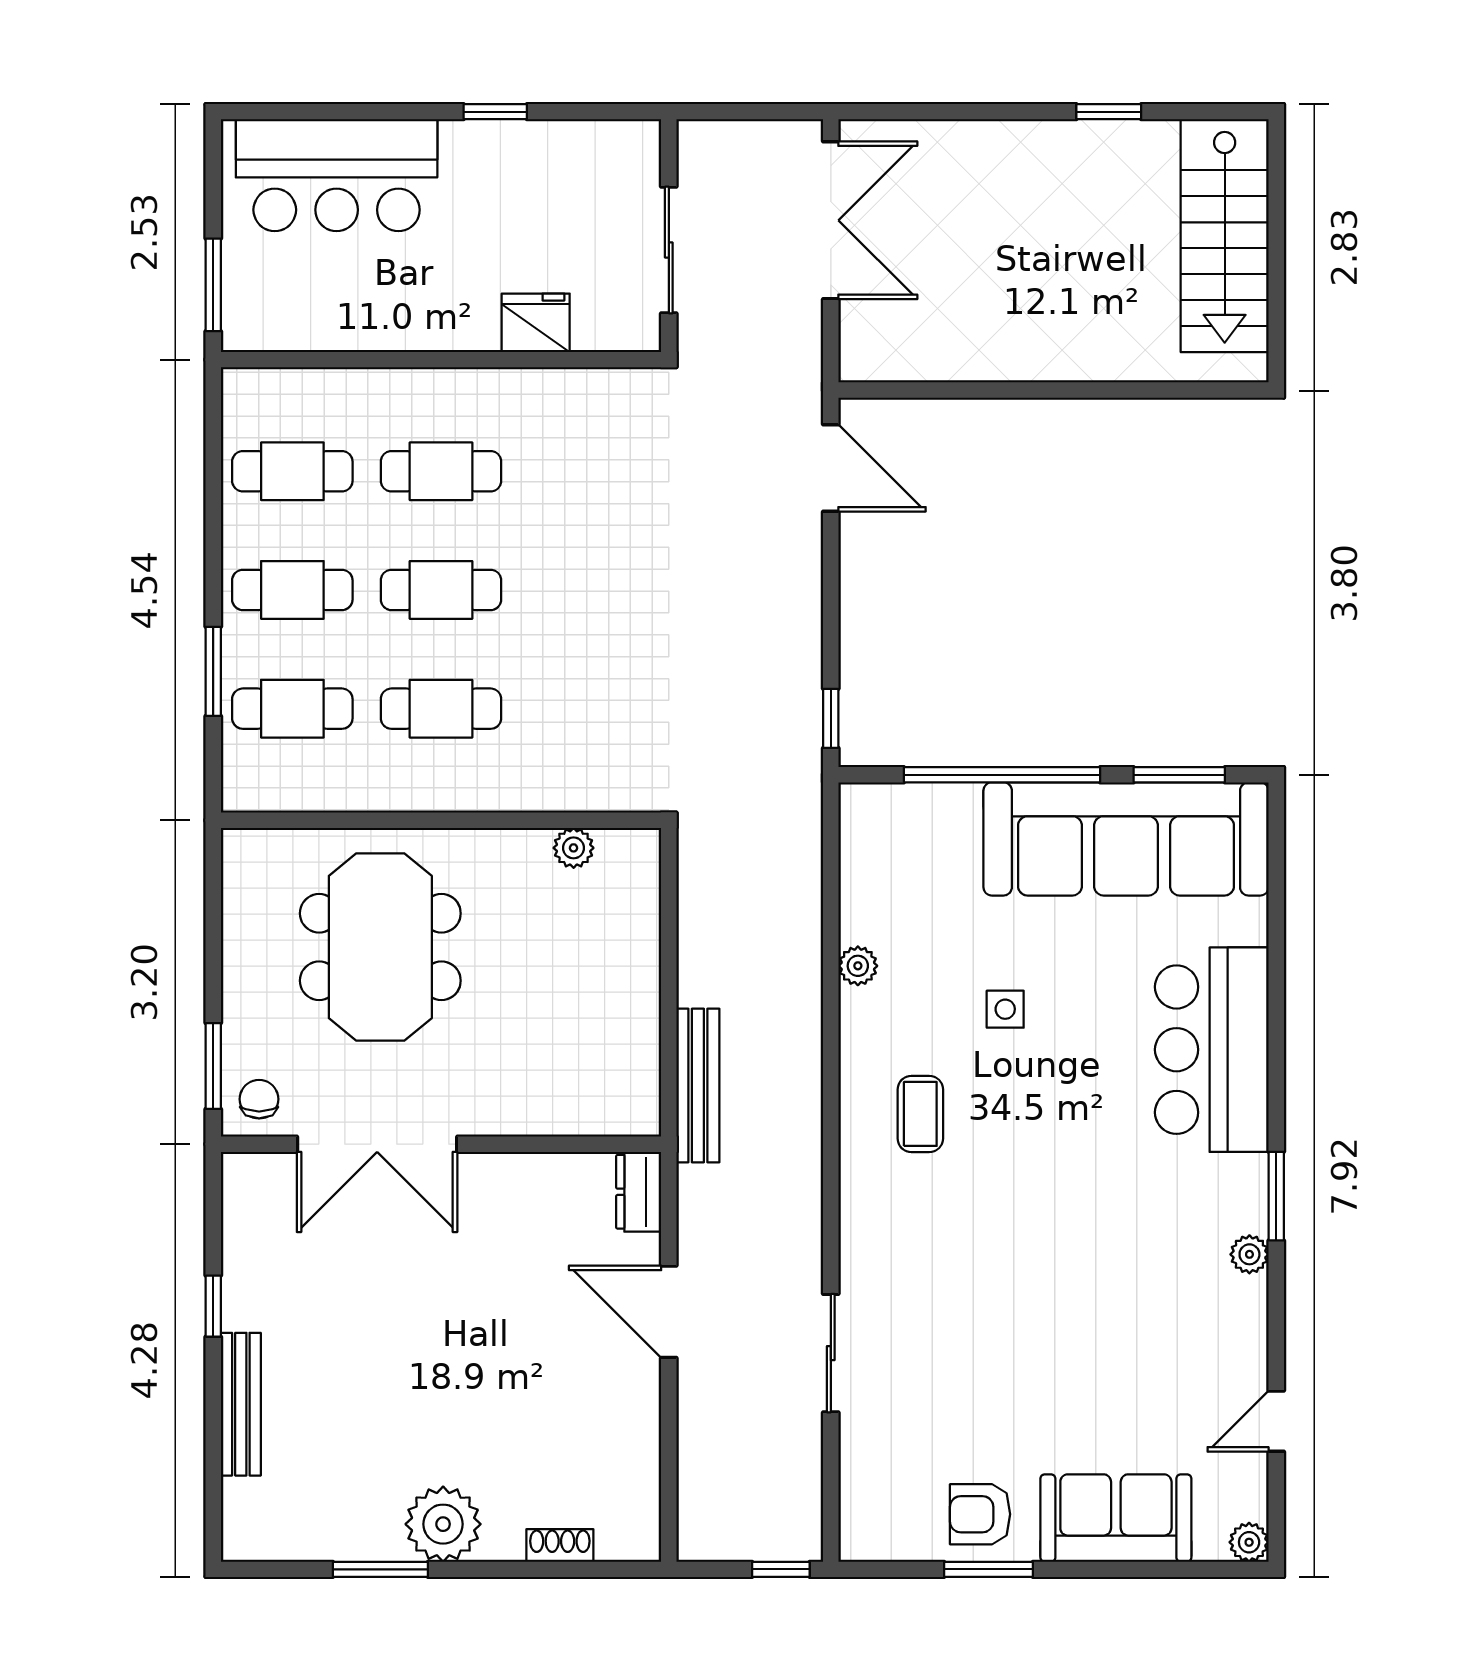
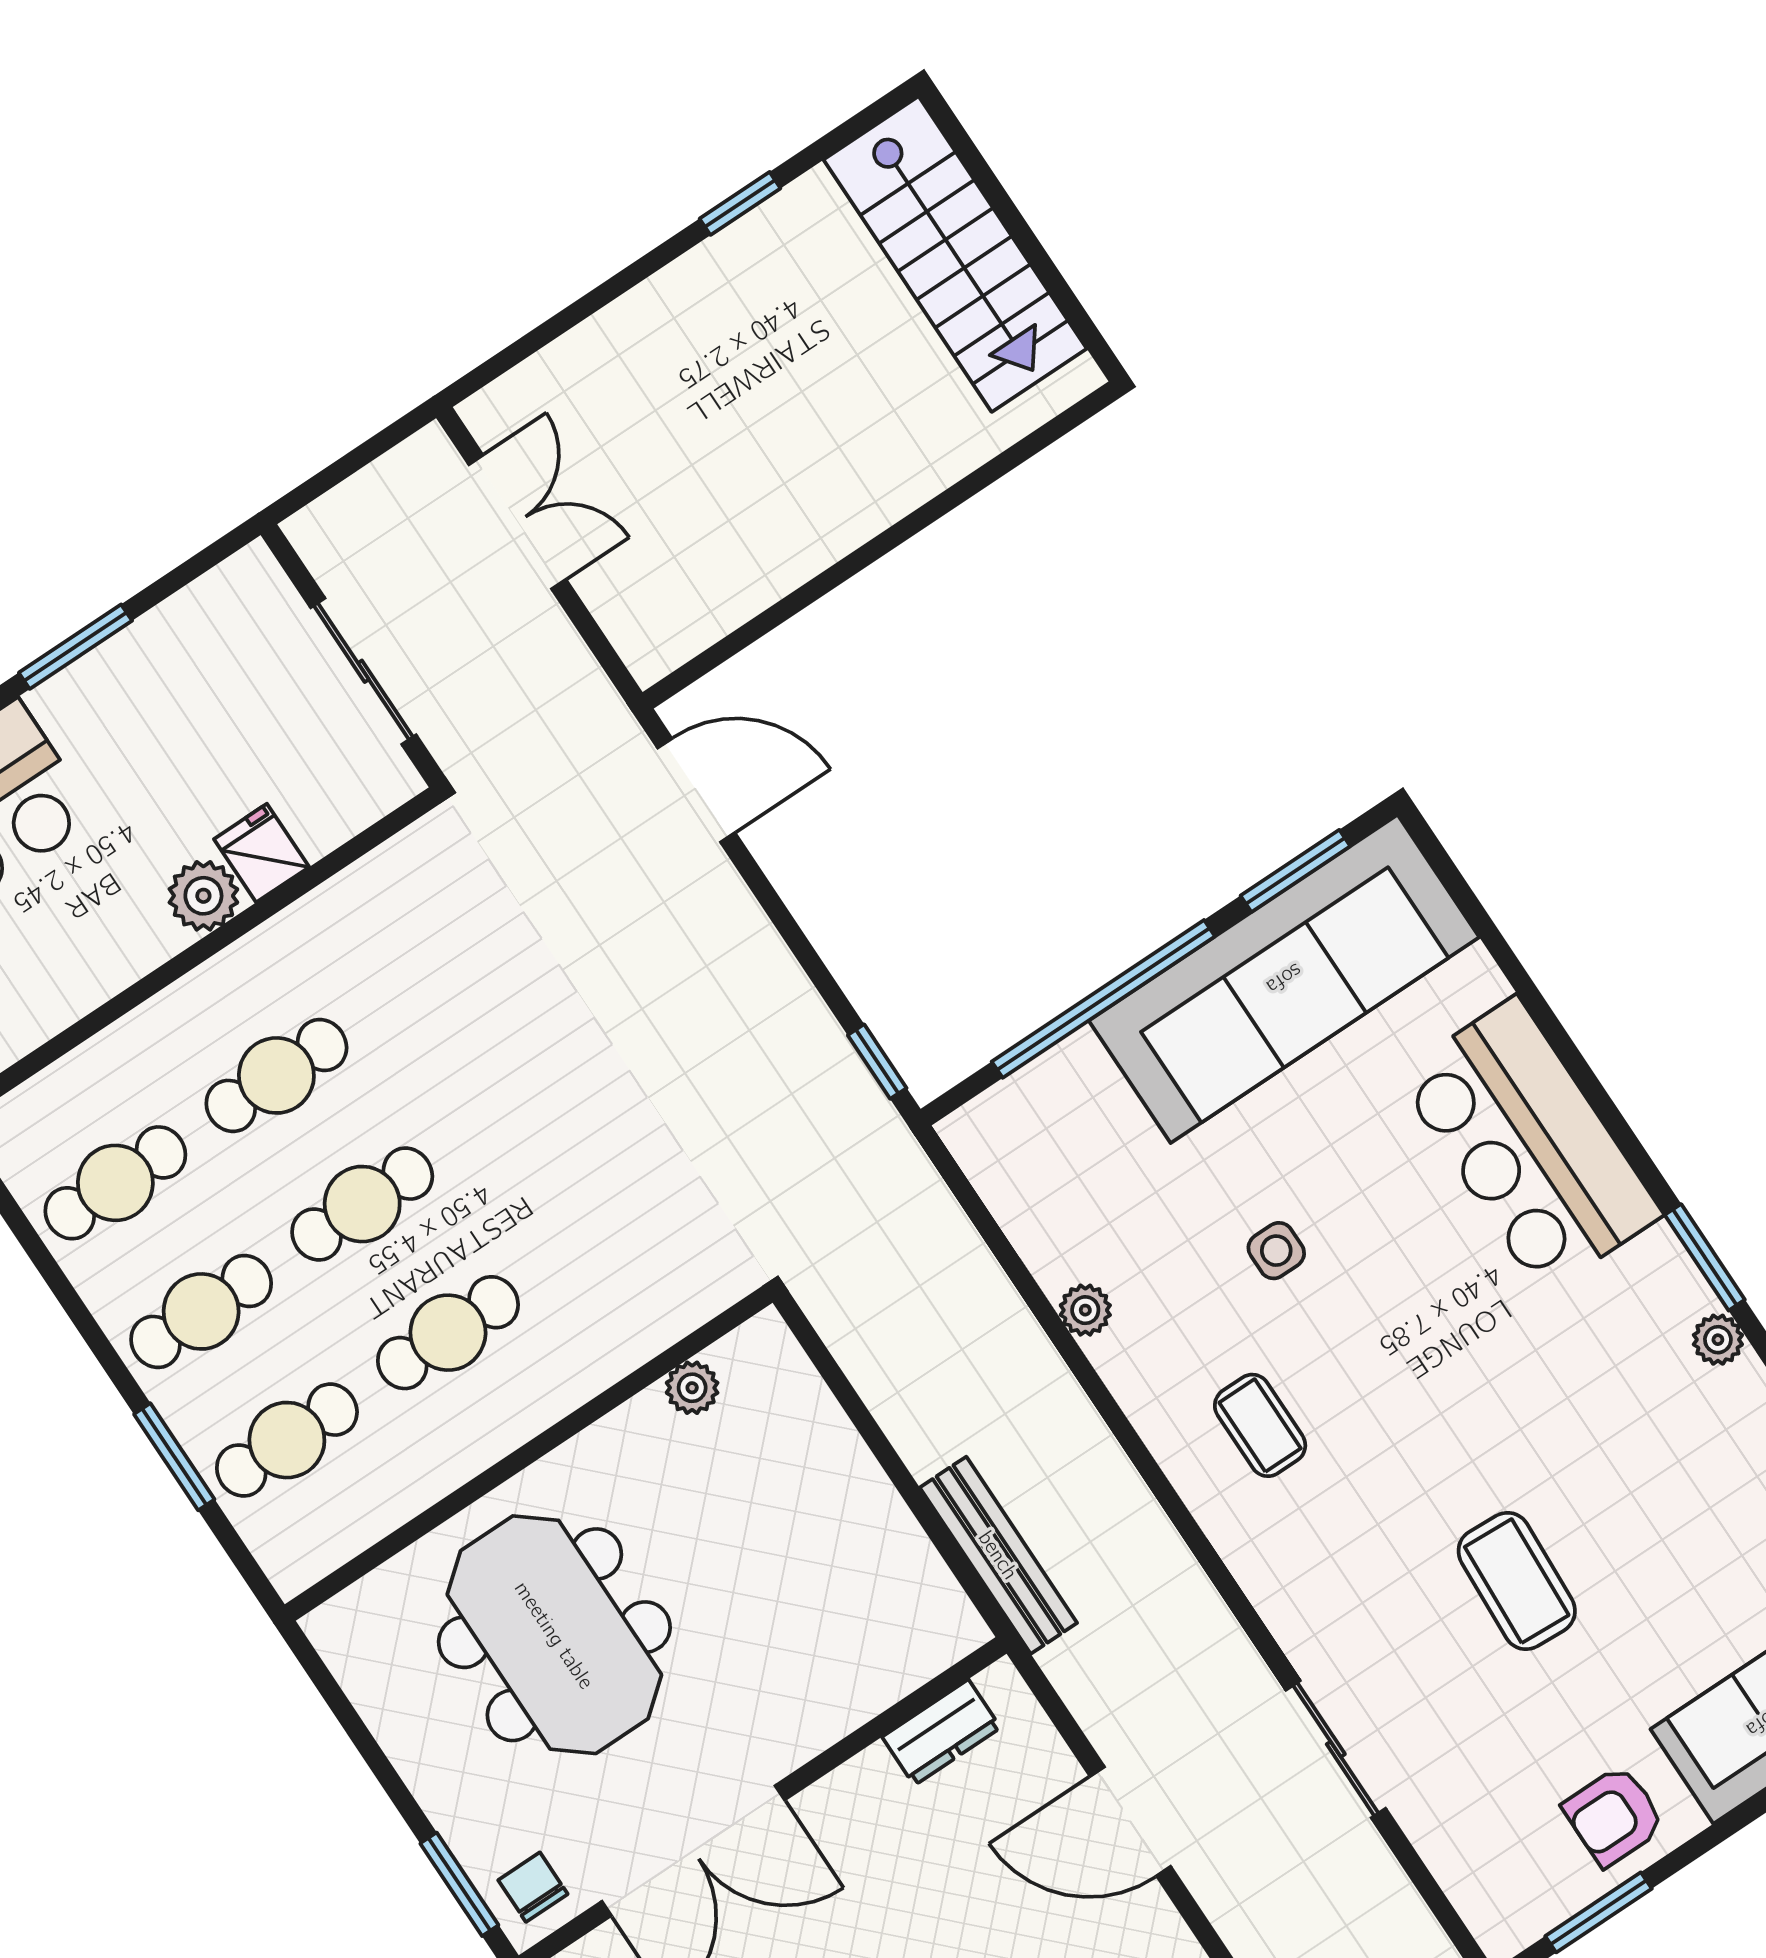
window: (495, 112) -> (75, 647), width x1.50
double door: (831, 220) -> (517, 522), width x0.73
fridge: (536, 323) -> (262, 853), width x0.72
plant: (471, 325) -> (203, 896), added
dresser: (639, 1192) -> (941, 1732), moved, turned -90
coffee table: (1018, 1323) -> (1517, 1581), added
window: (989, 1569) -> (1599, 1912), moved

